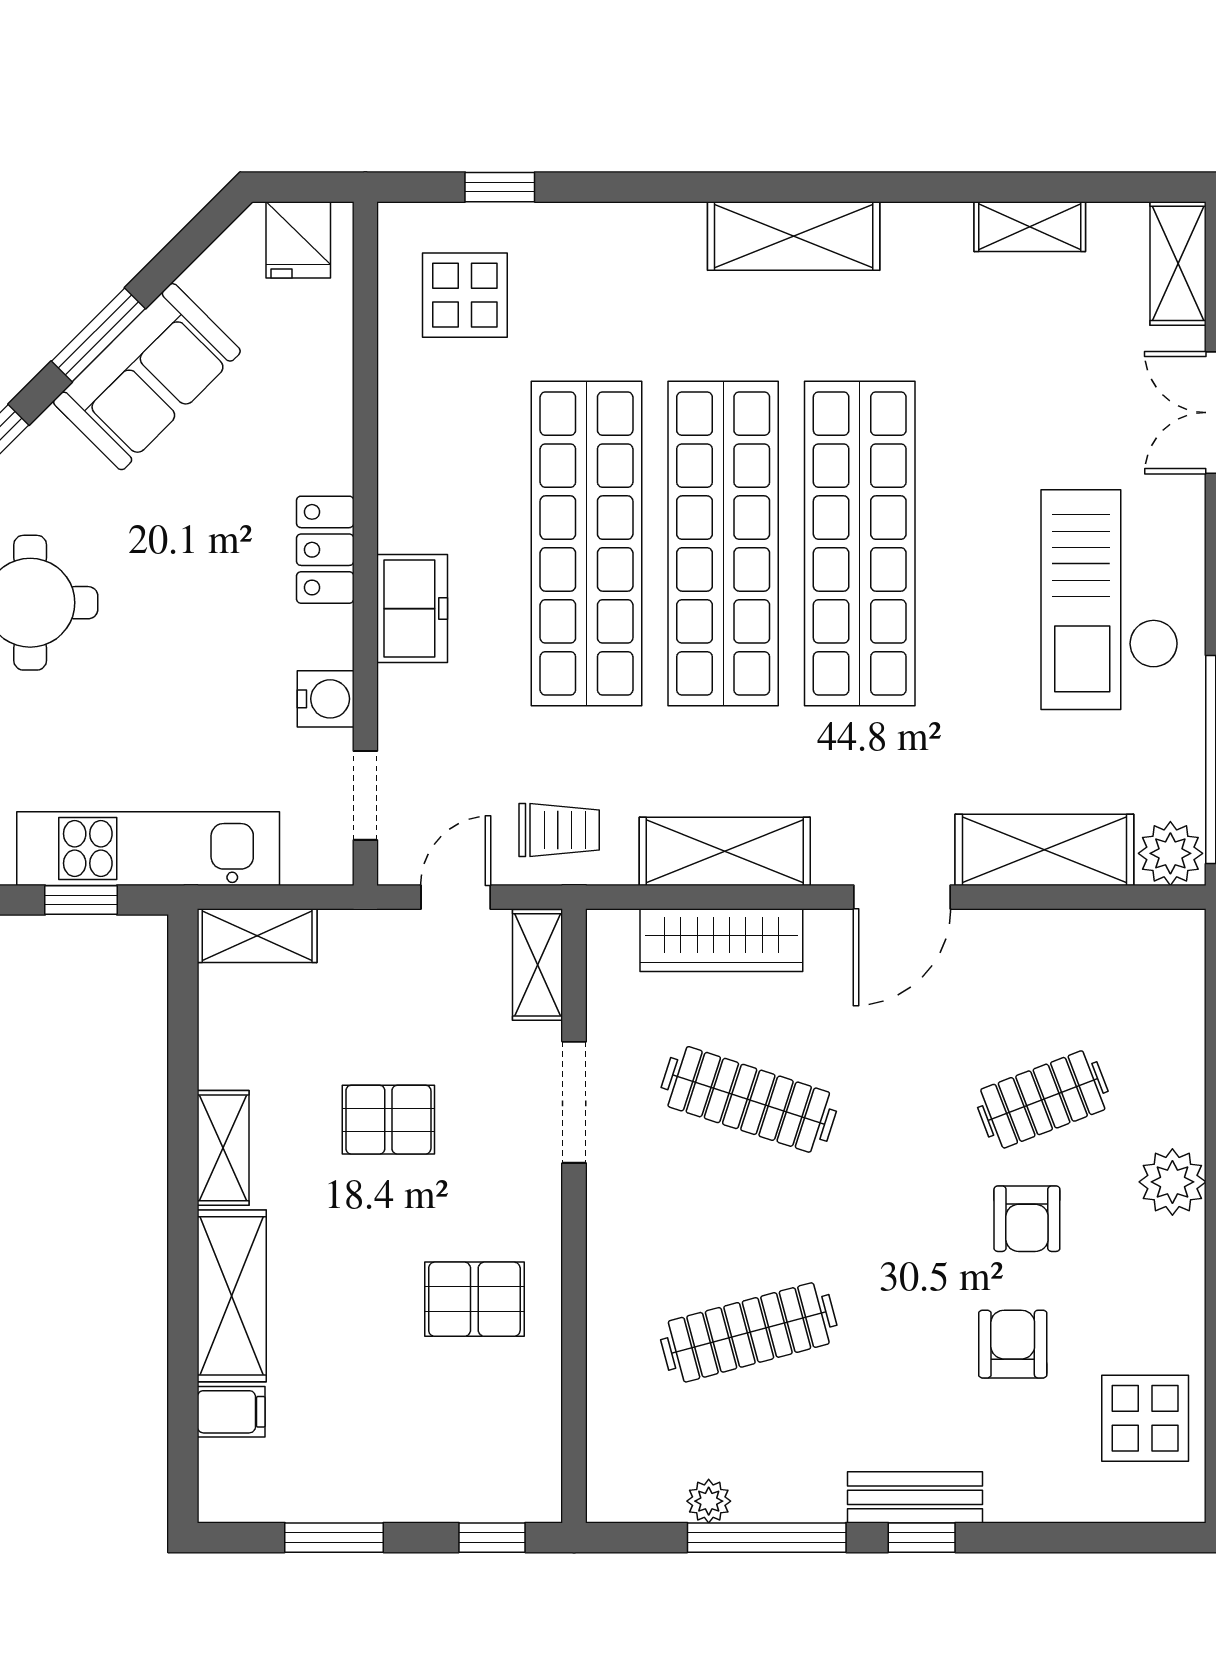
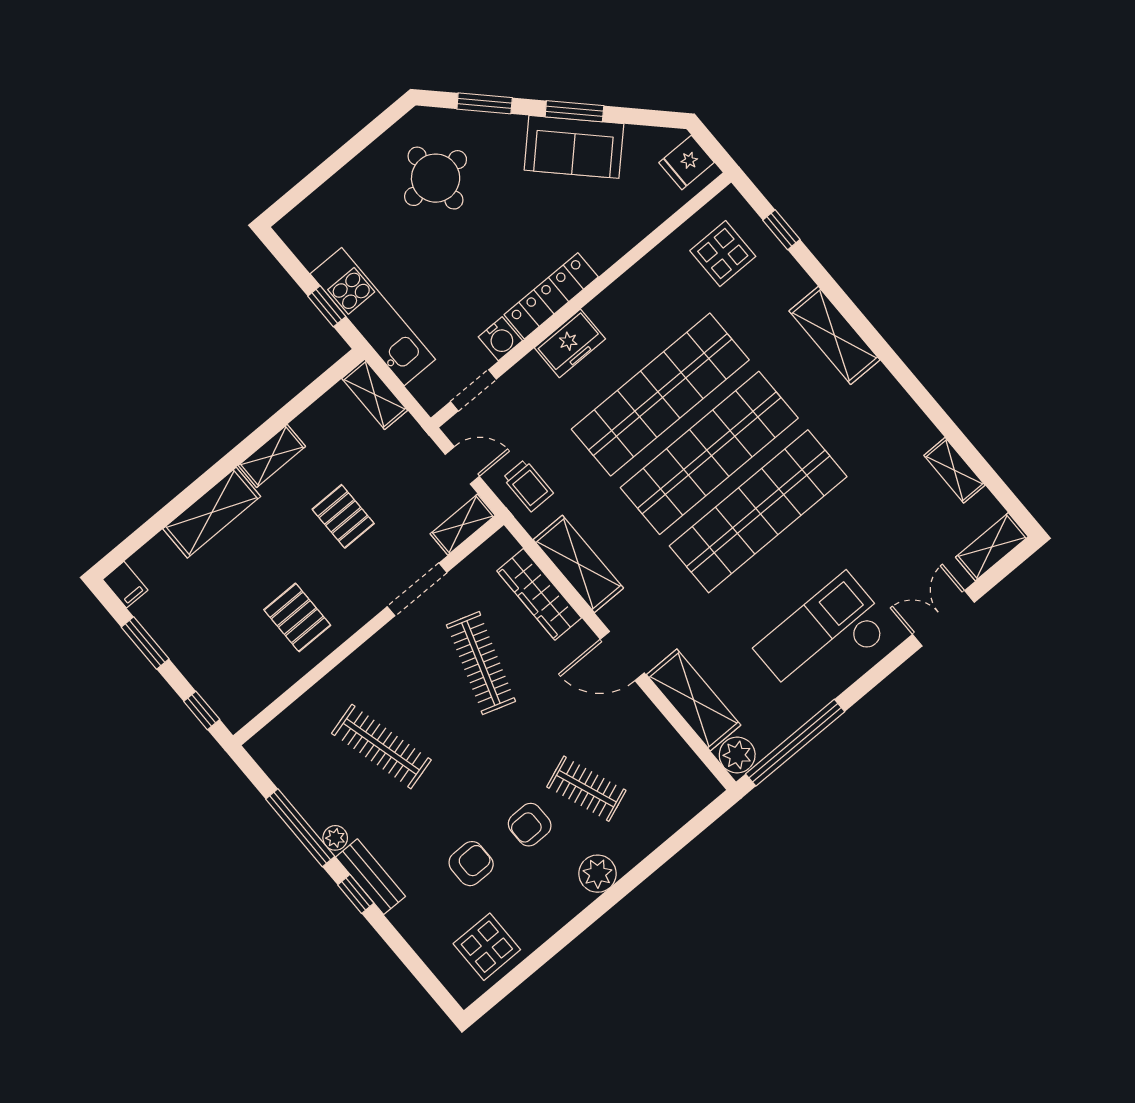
shelving: (794, 236) -> (835, 335), moved
locker: (325, 550) -> (551, 296), width x1.53
filing cabinet: (231, 1412) -> (125, 585), moved
plant: (709, 1501) -> (335, 838), moved

